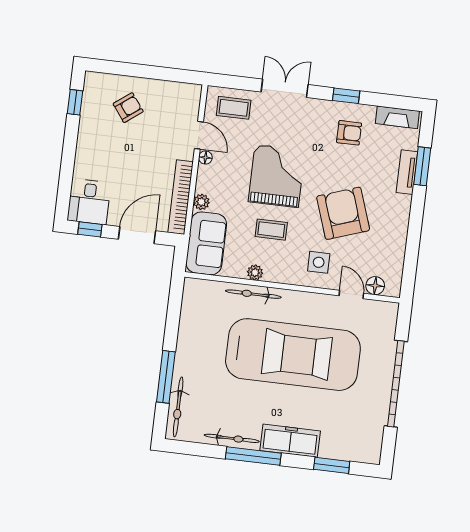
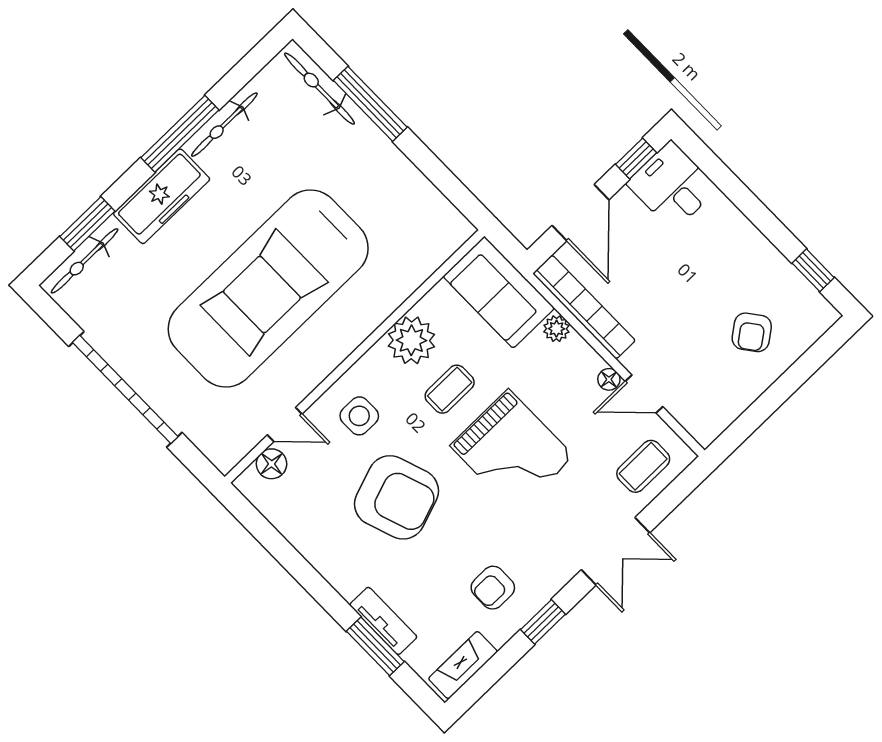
plant: (255, 272) -> (411, 340), width x1.88, depth x1.88
bicycle: (253, 294) -> (85, 261), moved, turned 180

